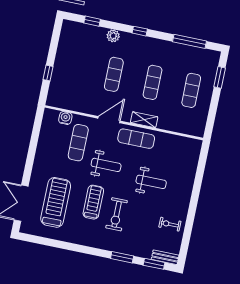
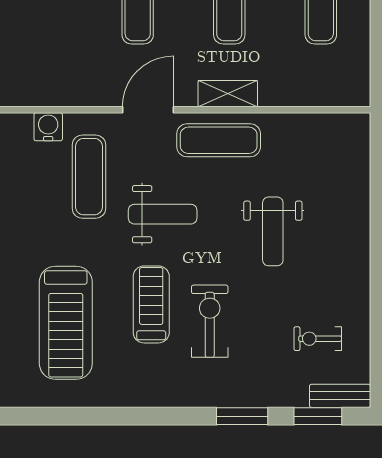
weight bench: (151, 182) -> (273, 231), turned 90
treadmill: (56, 202) -> (66, 323), turned 180
exercise bike: (117, 214) -> (210, 321), turned 180
exercise bike: (170, 224) -> (318, 339), moved

